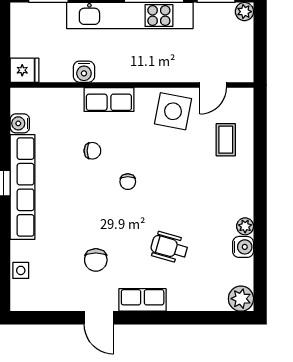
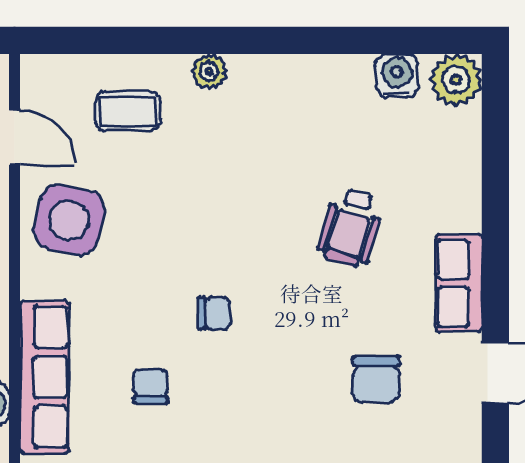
row of seats: (109, 99) -> (45, 377), width x1.48
plant: (245, 226) -> (209, 71), moved
water cooler: (243, 247) -> (397, 75), moved
chair: (96, 260) -> (376, 379), turned 90

